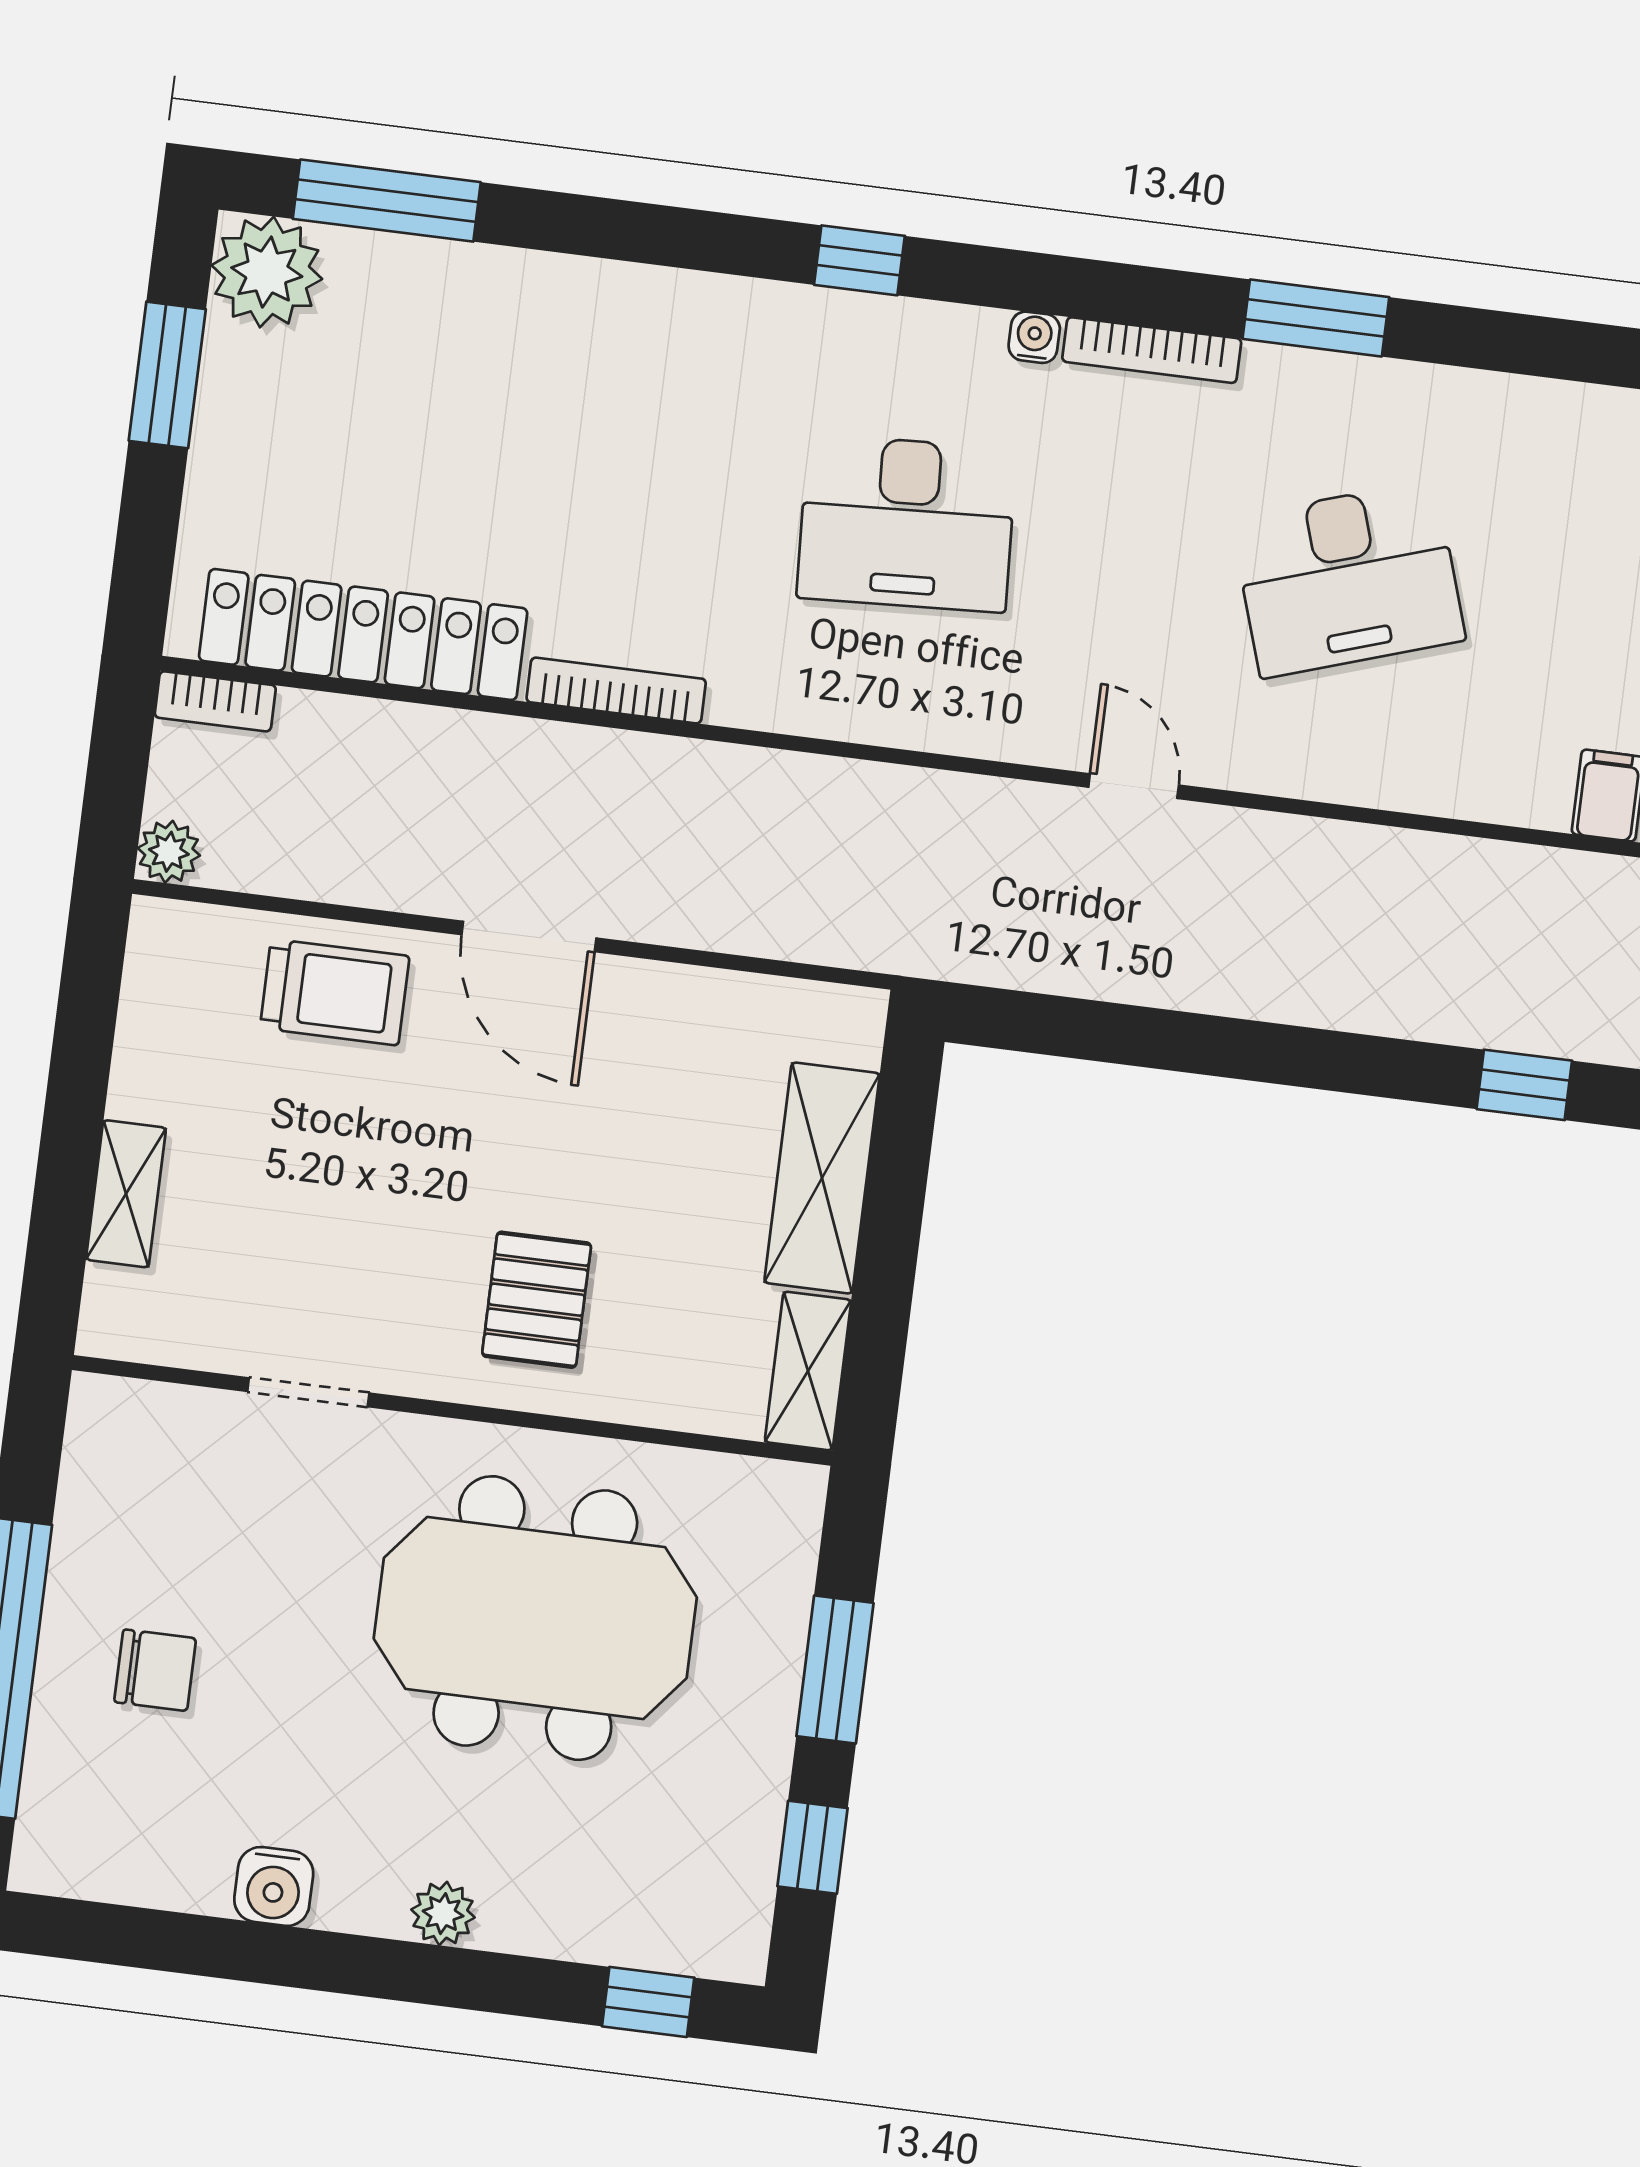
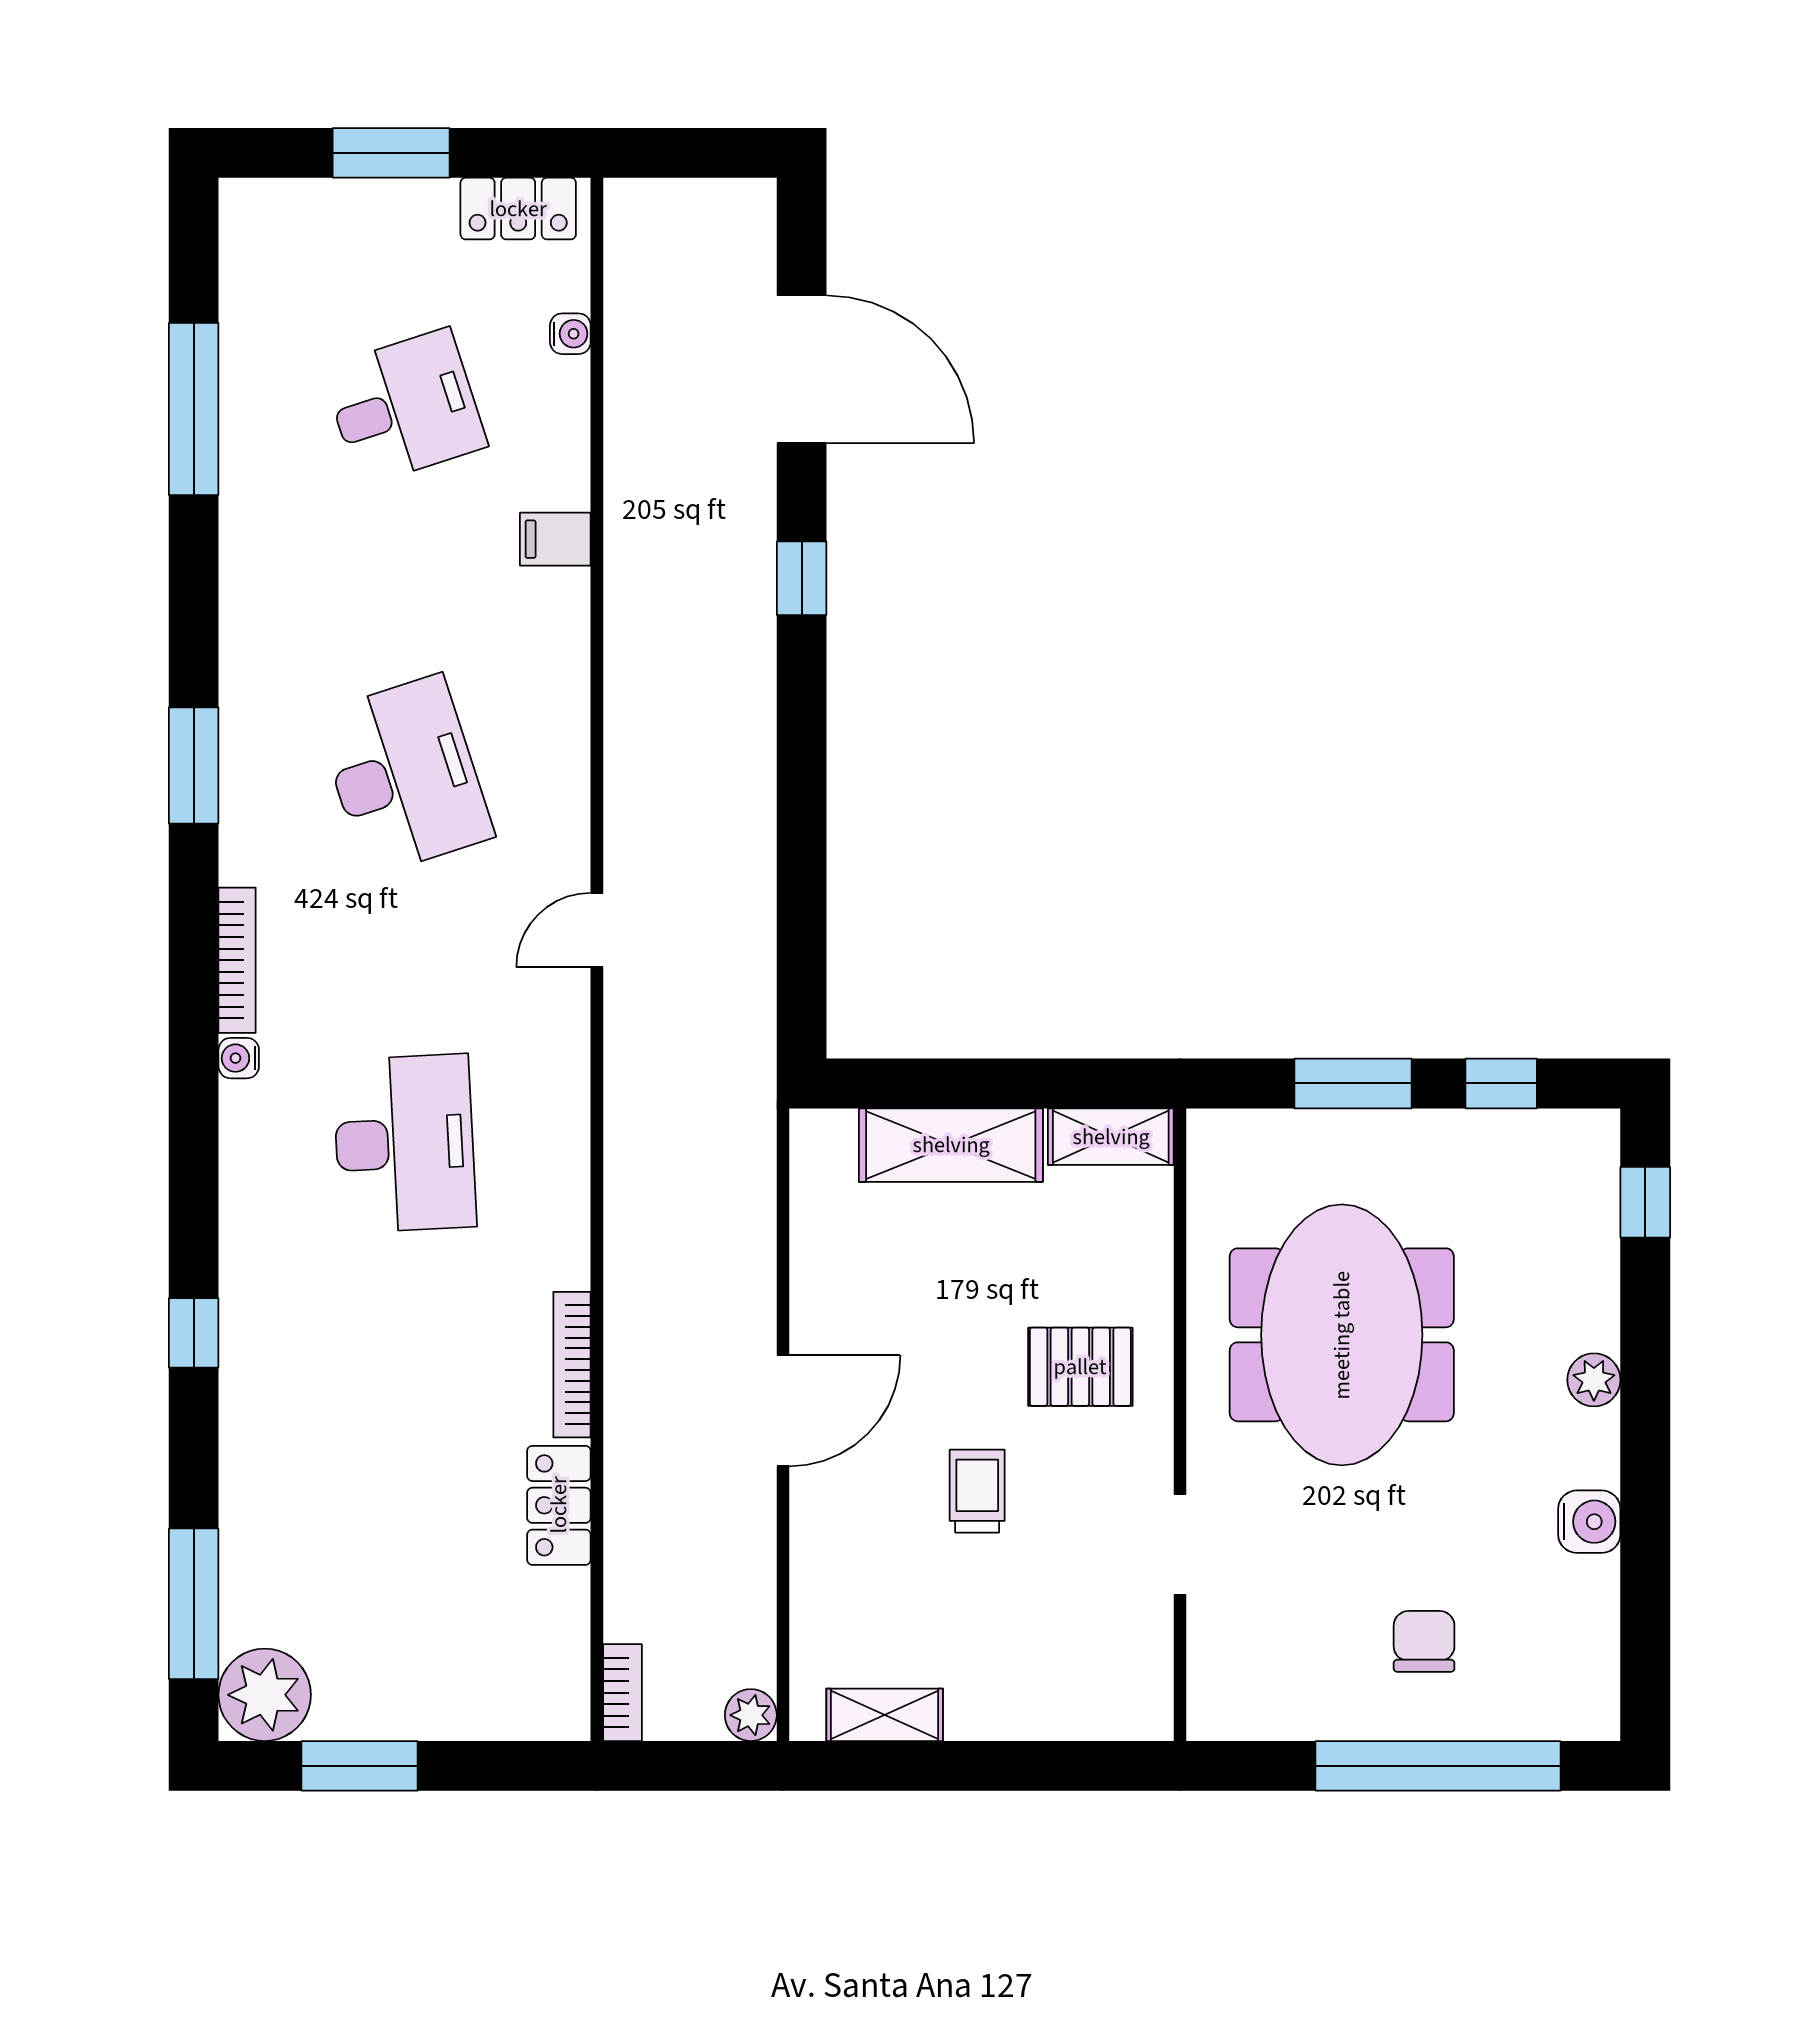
window: (859, 260) -> (194, 1333), moved
window: (1316, 318) -> (194, 766), moved
locker: (363, 634) -> (559, 1505), width x0.46, depth x0.83
trolley: (335, 992) -> (977, 1491), moved, width x0.73, depth x0.72
shelving: (126, 1194) -> (885, 1715), moved

